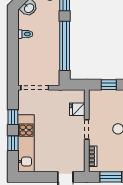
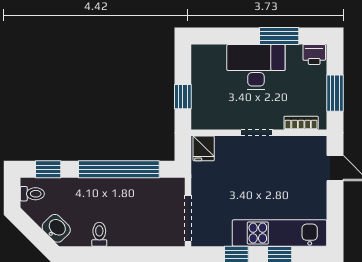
fridge: (77, 109) -> (204, 148), moved

